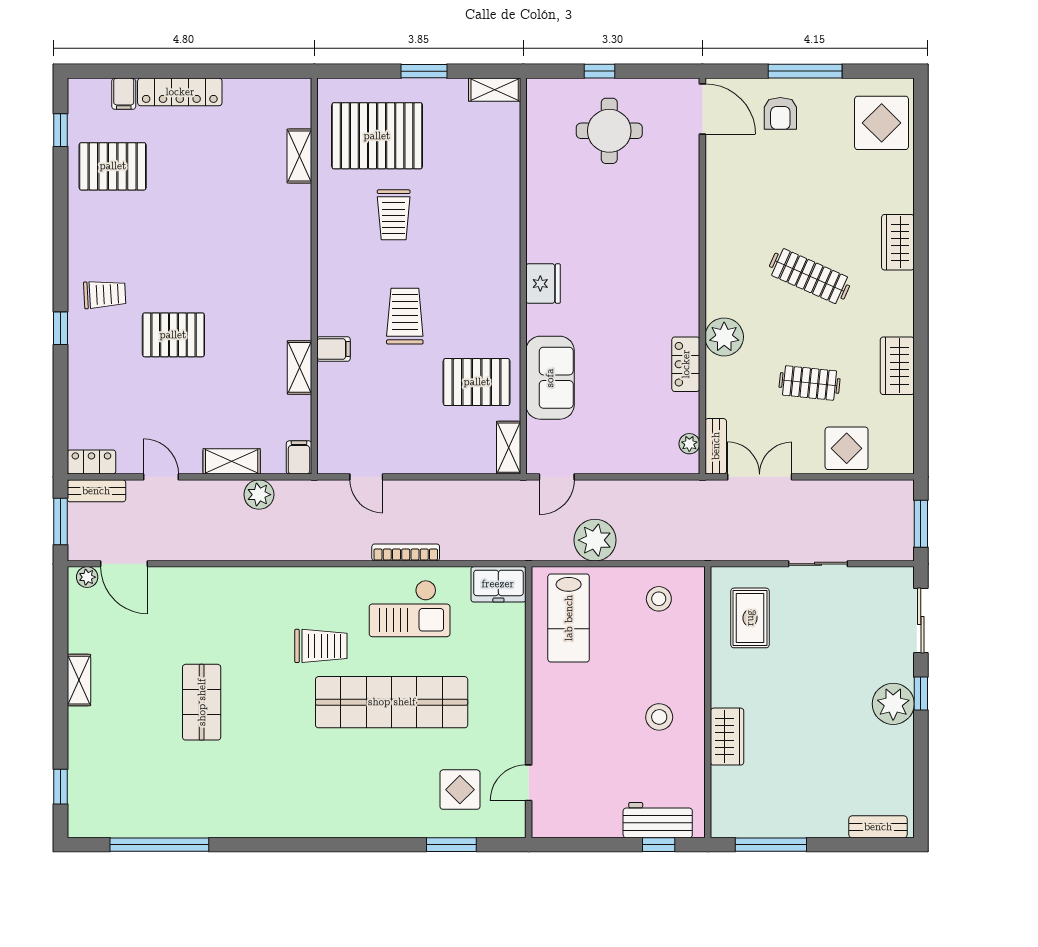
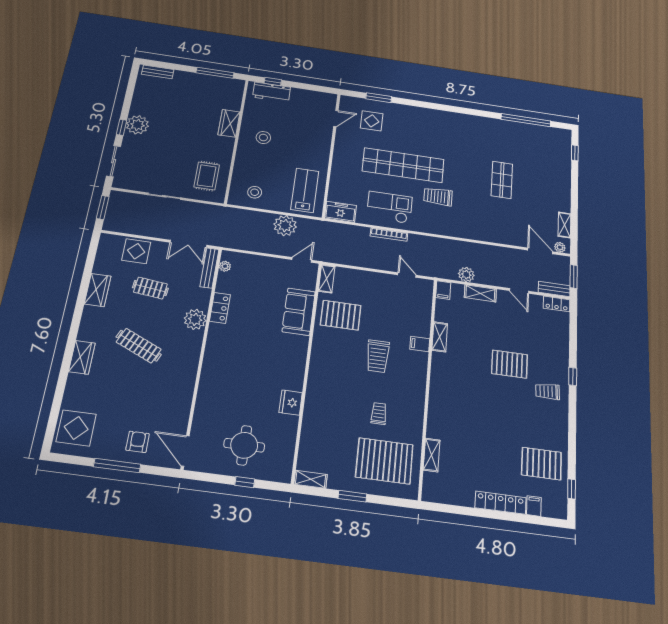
trolley: (394, 215) -> (379, 413), width x0.73, depth x0.72
fridge: (543, 284) -> (291, 403), moved
bench: (716, 446) -> (209, 268), width x1.36
shelving: (79, 680) -> (565, 225), moved

